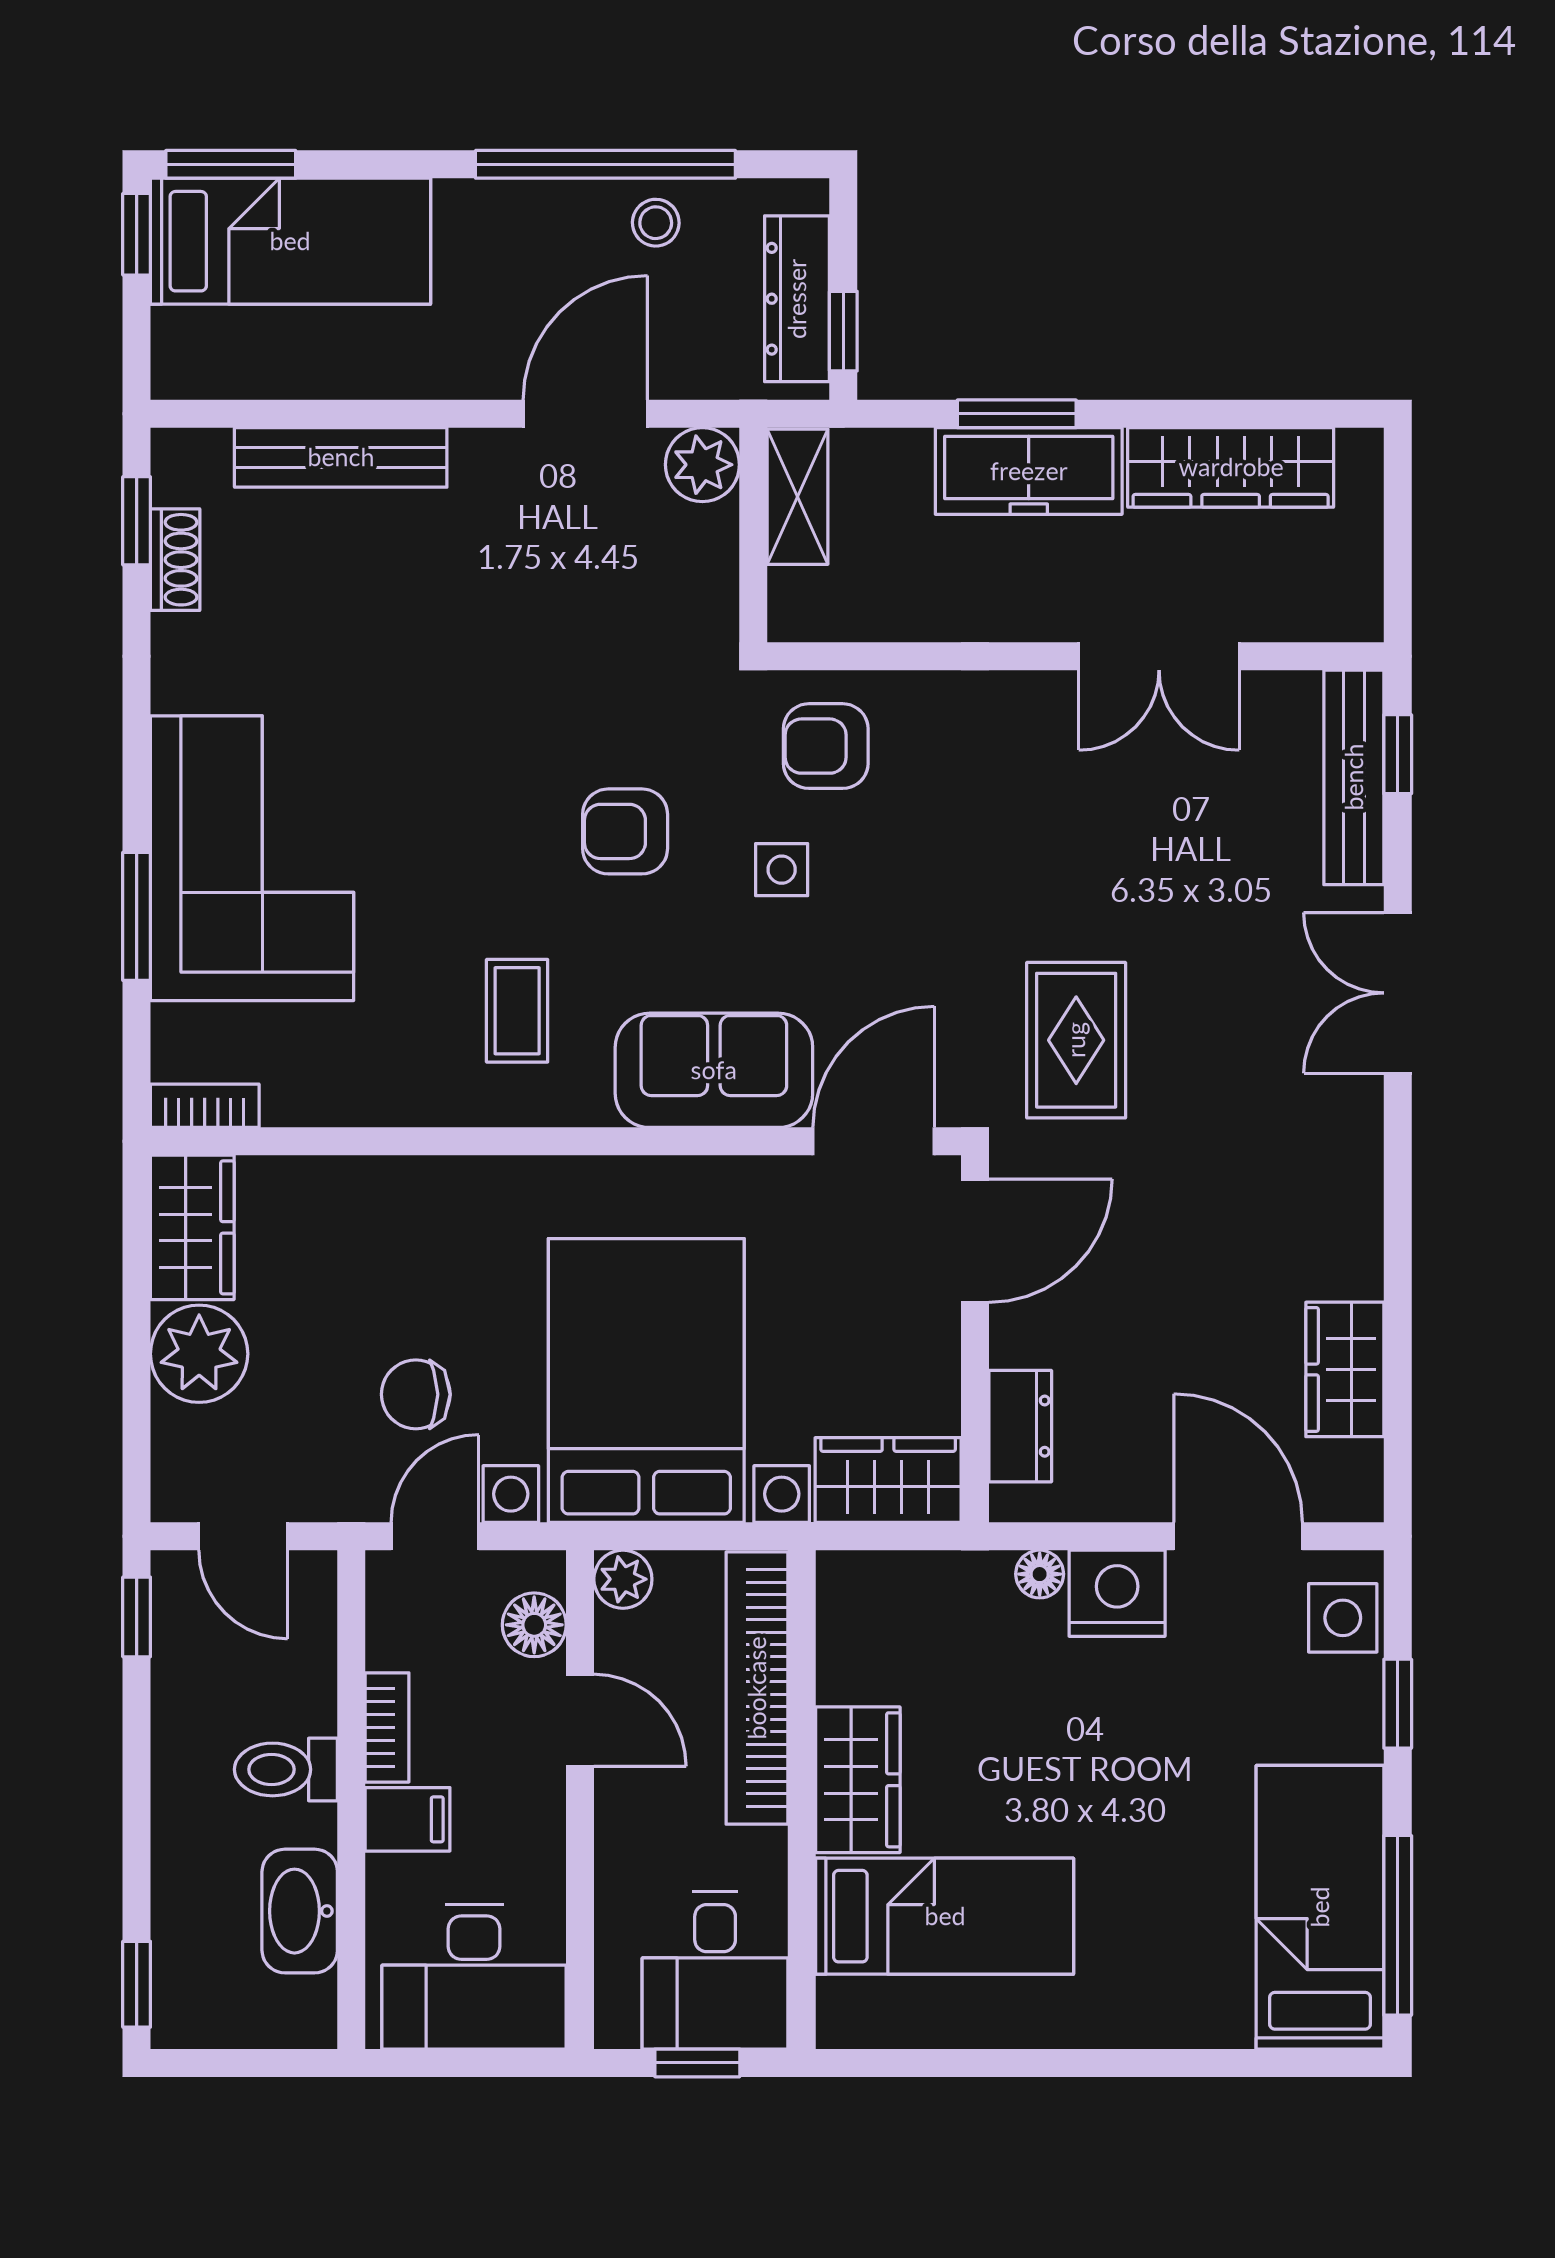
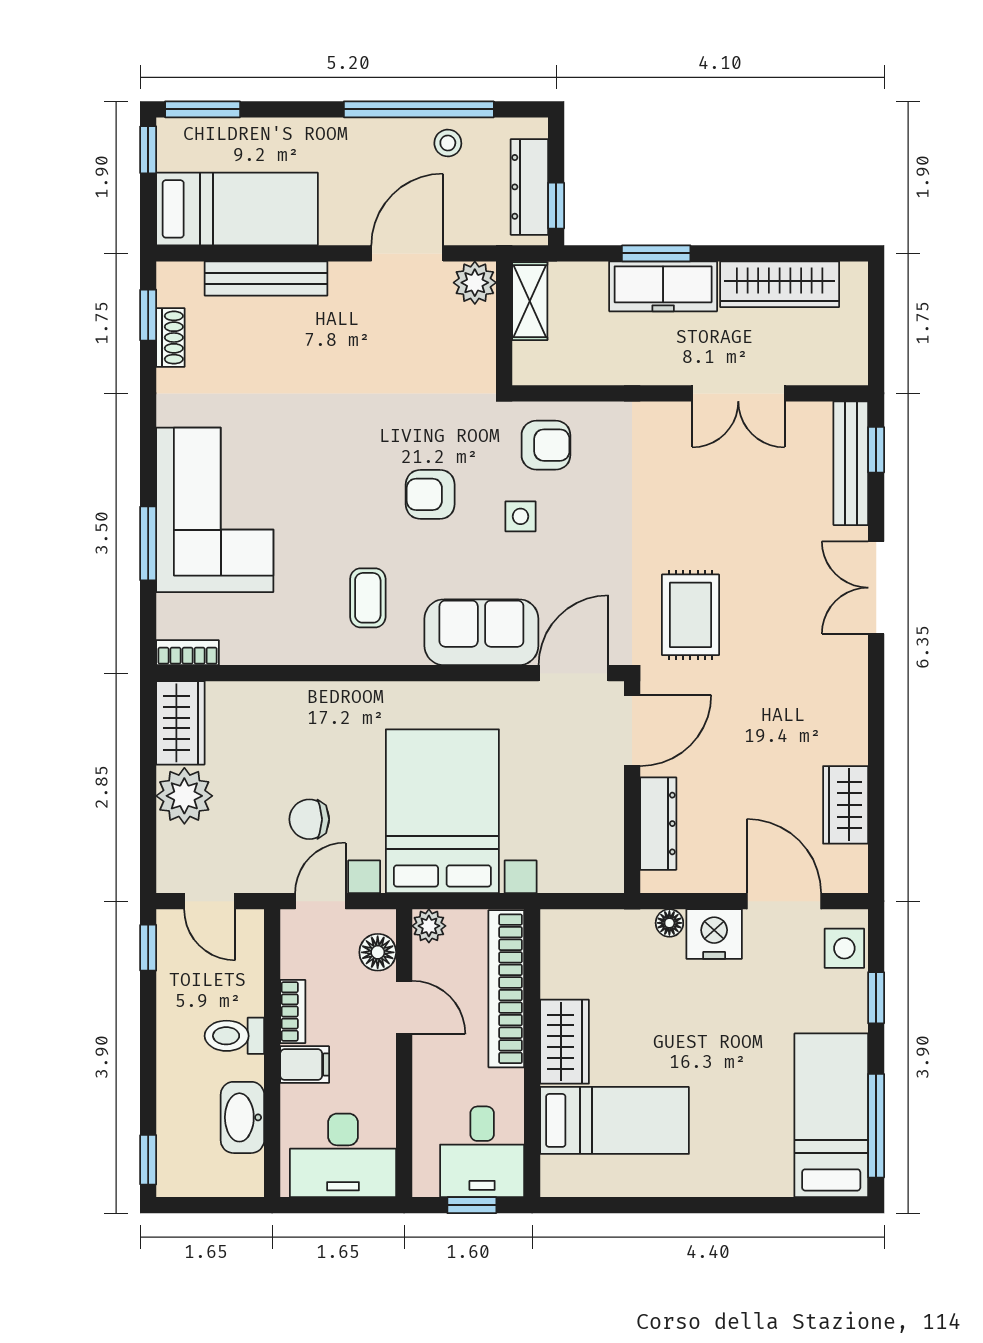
bed: (290, 241) -> (237, 209), moved
armchair: (826, 746) -> (546, 445), turned 180
dresser: (1020, 1426) -> (658, 824), width x1.44
wardrobe: (888, 1480) -> (582, 869), removed

